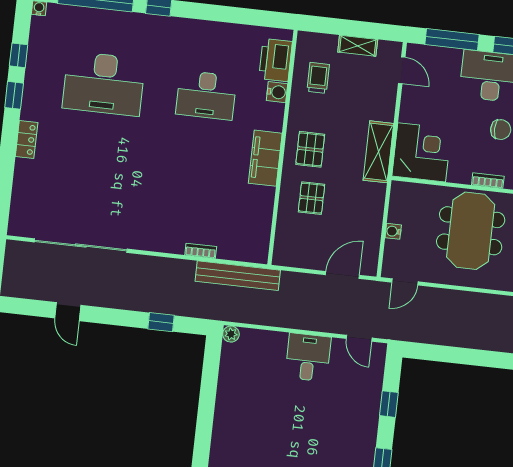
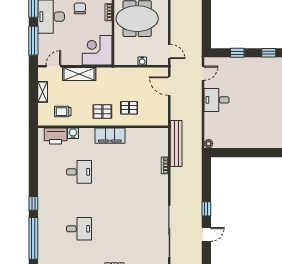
desk: (104, 84) -> (79, 229), width x0.53, depth x0.77
desk: (206, 95) -> (79, 172), width x0.73
shelving: (378, 152) -> (79, 74), moved
window: (161, 322) -> (206, 209), moved

